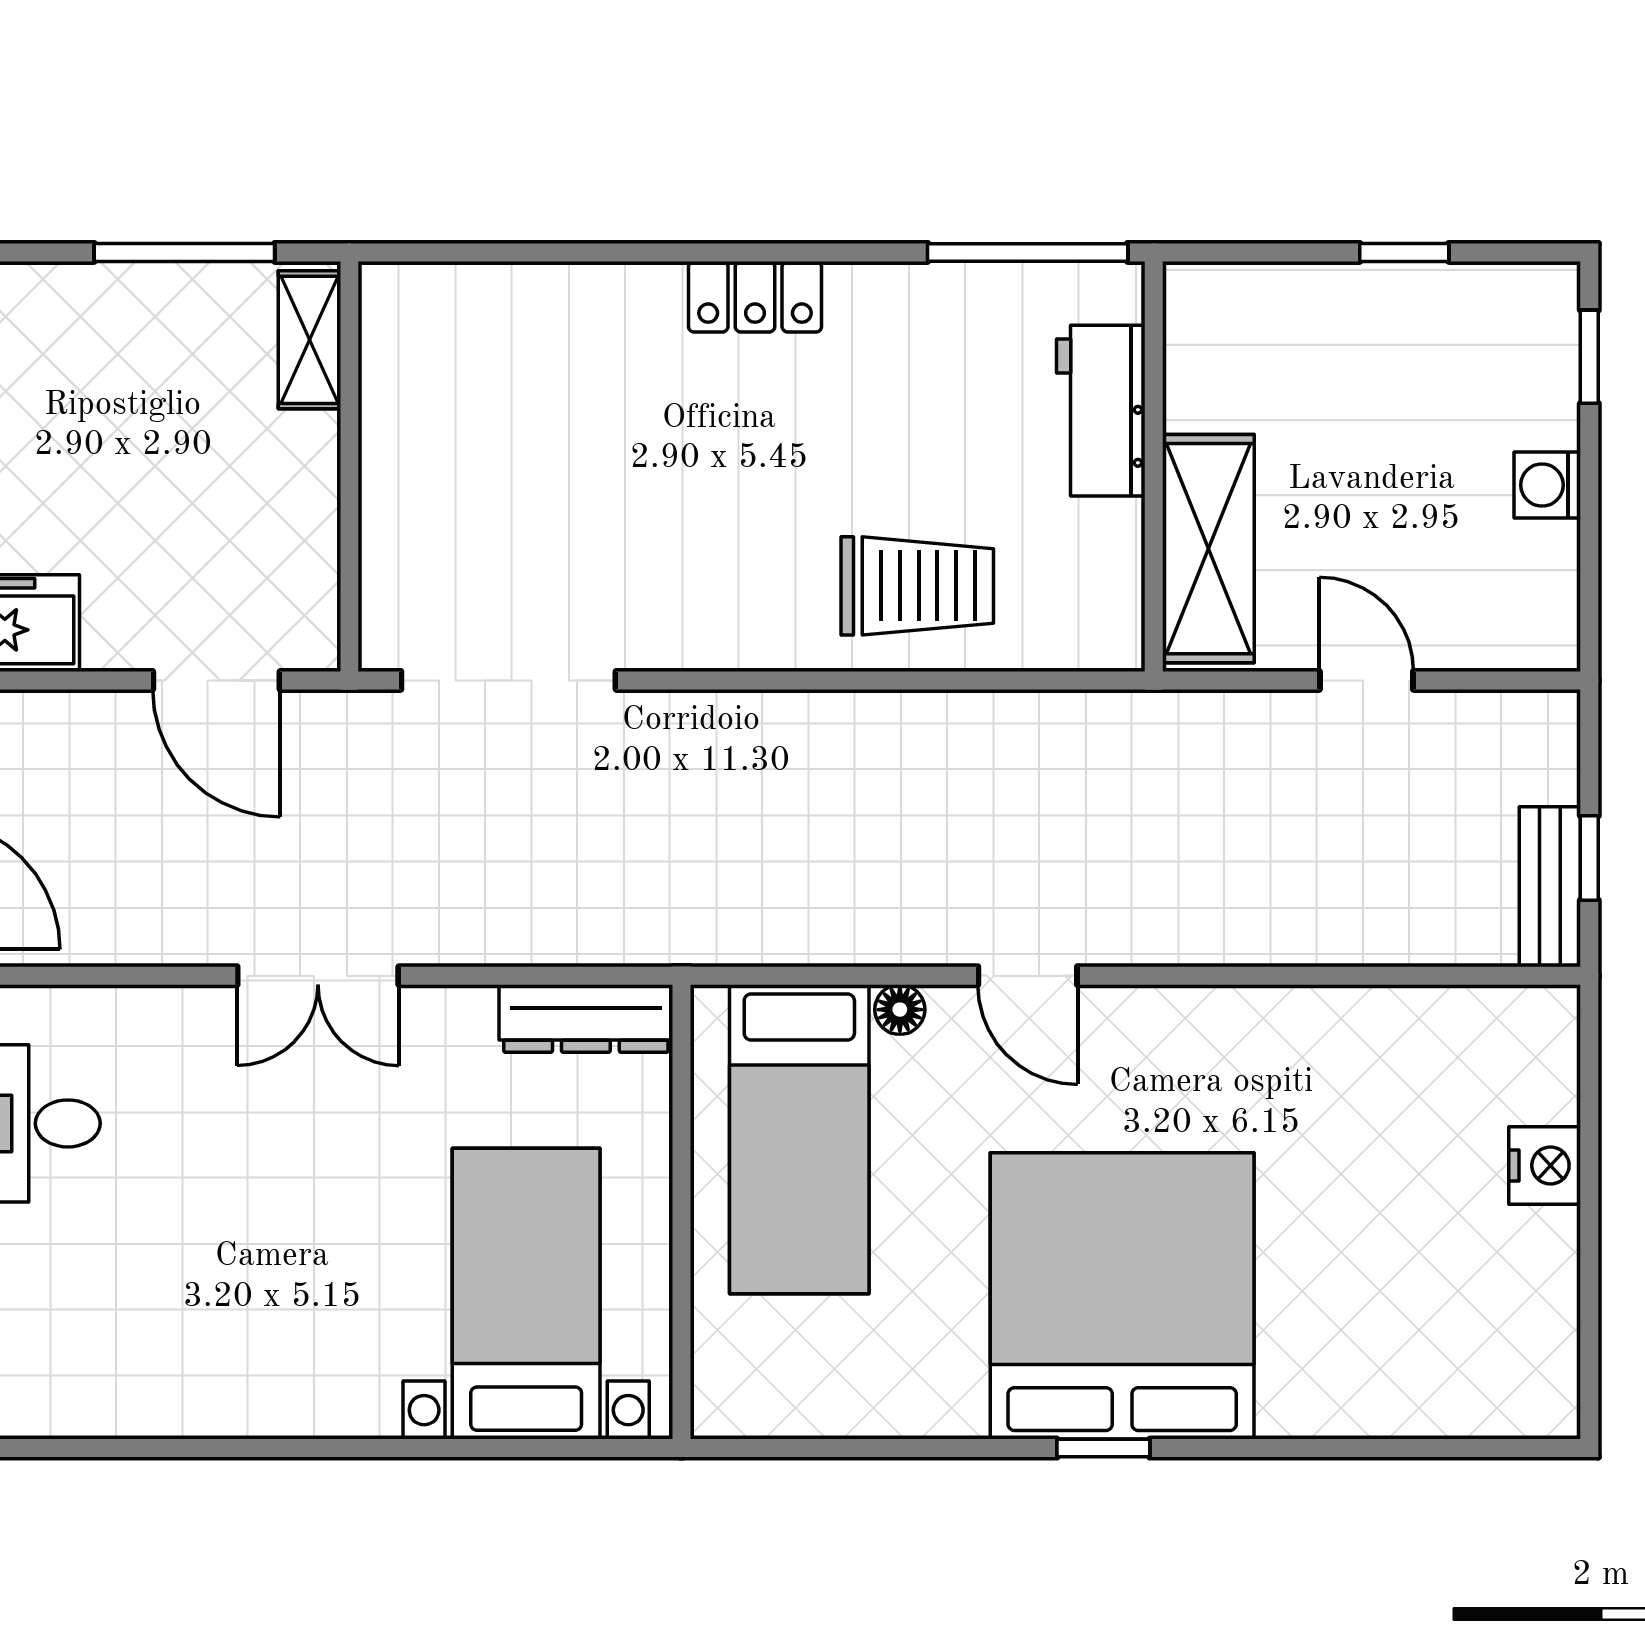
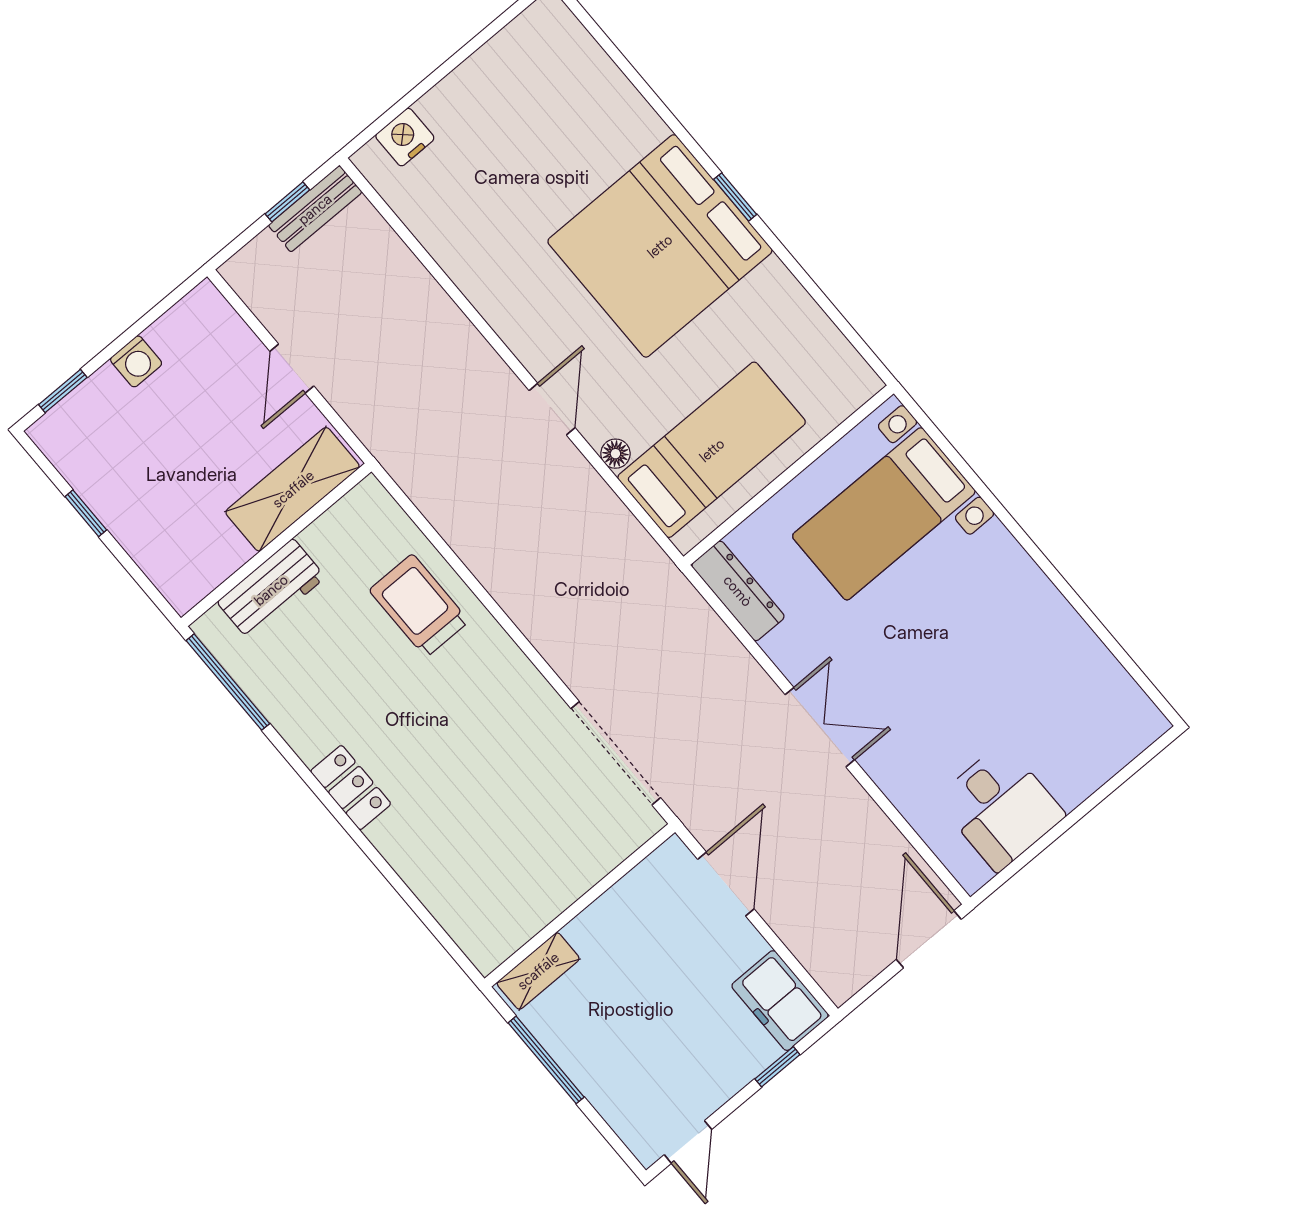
nightstand: (1545, 1165) -> (405, 137), moved

